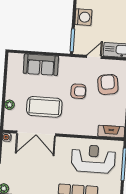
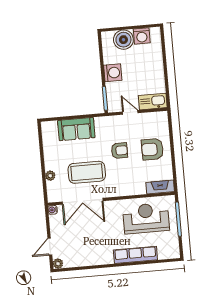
door: (94, 57) -> (130, 112), hinge flipped
armchair: (108, 84) -> (152, 149), moved, turned -82

